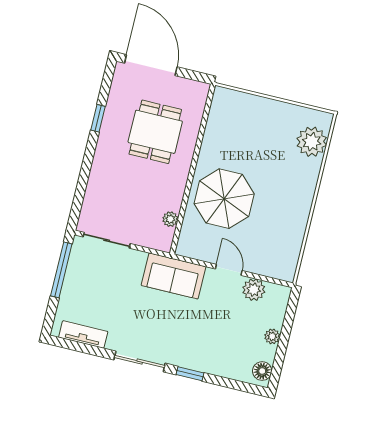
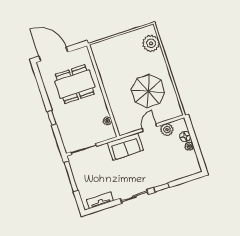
window: (98, 118) -> (52, 118), moved
dining table: (155, 132) -> (75, 84), width x1.37
parasol: (224, 199) -> (148, 91), moved
door: (229, 270) -> (149, 128), hinge flipped
floor lamp: (262, 371) -> (185, 136), moved

